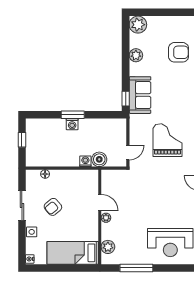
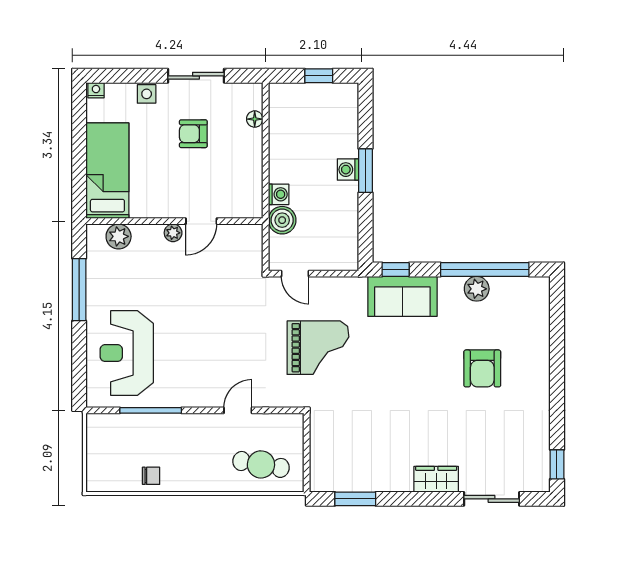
plant: (138, 25) -> (534, 292), removed
window: (126, 51) -> (485, 270), added
armchair: (53, 207) -> (193, 134), turned -50

